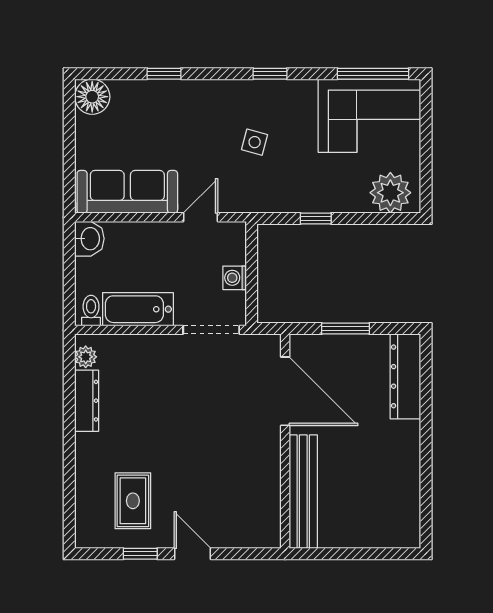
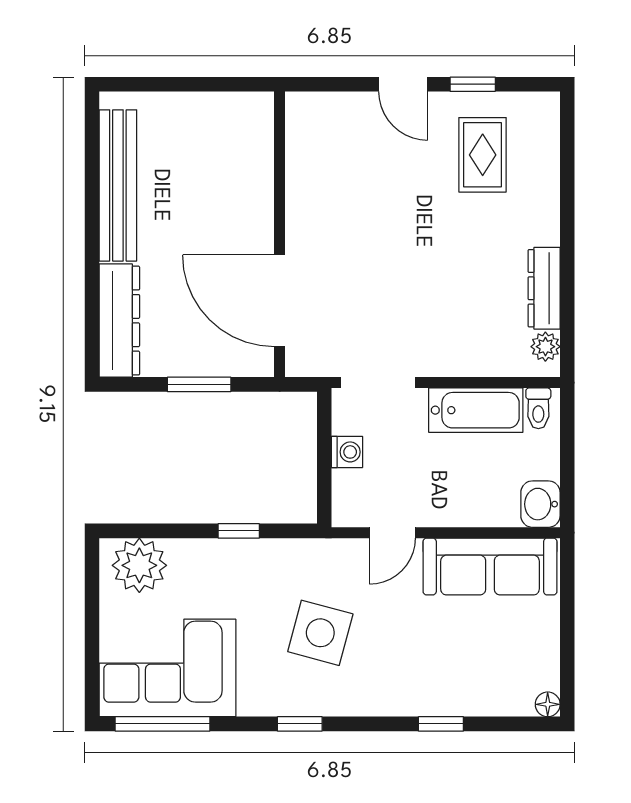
floor lamp: (92, 97) -> (548, 704), width x0.53, depth x0.53
side table: (255, 142) -> (320, 633), width x1.87, depth x1.87
bench: (303, 492) -> (118, 185), moved

